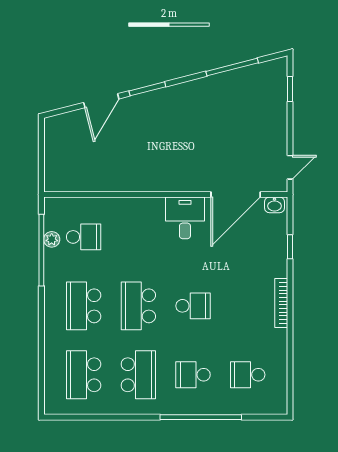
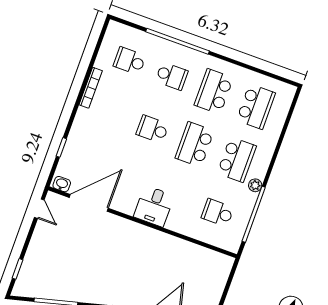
door: (290, 167) -> (39, 209), swing flipped
desk: (185, 218) -> (154, 206), moved
plant: (52, 239) -> (255, 185), moved
bookcase: (281, 303) -> (91, 88), moved
school desk: (138, 306) -> (195, 144), turned 180
school desk: (248, 375) -> (130, 61), turned 180

